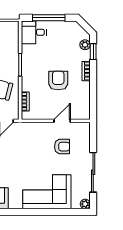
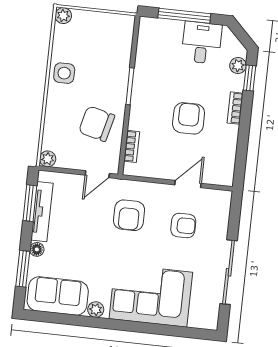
desk: (34, 32) -> (202, 43), moved, turned 90
armchair: (28, 144) -> (129, 215), added
plant: (85, 204) -> (96, 310), moved

